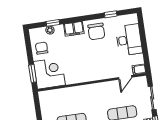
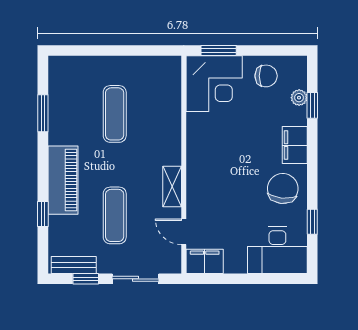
chair: (96, 31) -> (283, 189), turned 96
desk: (129, 40) -> (277, 250), moved
filing cabinet: (139, 69) -> (205, 261), width x2.00
shelving: (104, 87) -> (172, 187), added

